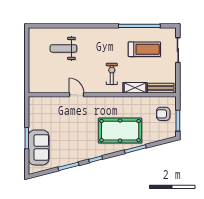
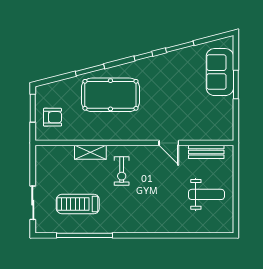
weight bench: (63, 48) -> (206, 194), moved
bench: (161, 88) -> (206, 152), moved

